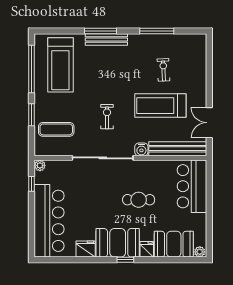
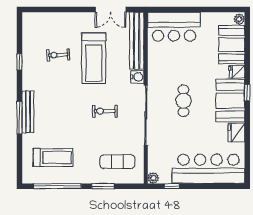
window: (157, 31) -> (19, 62), width x0.46
treadmill: (60, 65) -> (53, 158), width x0.73, depth x0.73
exercise mat: (56, 129) -> (117, 162), turned 90
cafe table: (139, 200) -> (184, 101), moved

